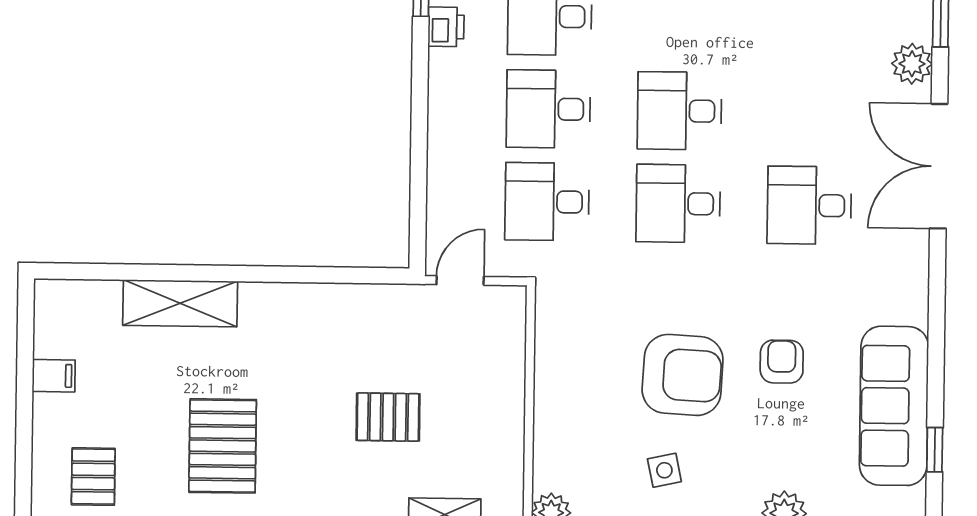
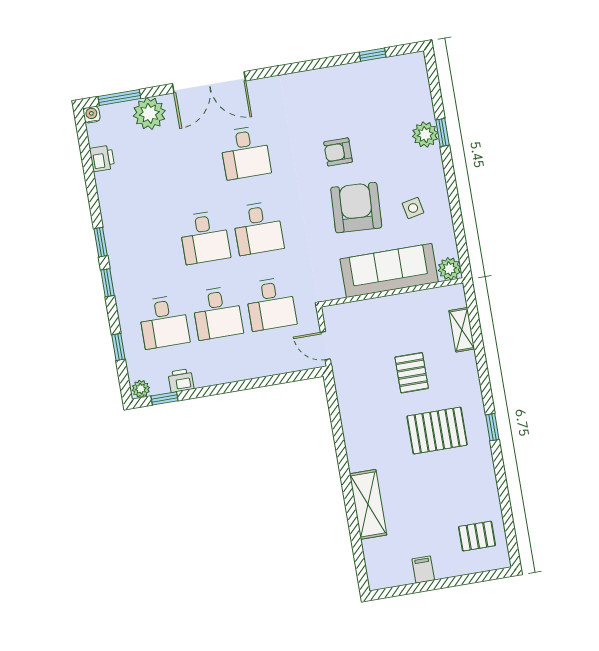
plant: (912, 64) -> (149, 113), width x1.36, depth x1.36
sofa: (894, 406) -> (389, 271), moved, turned 180
pallet: (223, 446) -> (437, 431), moved

